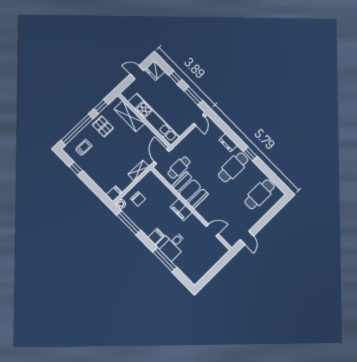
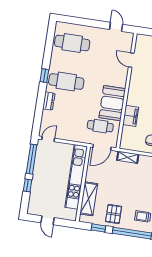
fridge: (155, 70) -> (35, 207), removed
window: (193, 96) -> (32, 159), width x1.44
filing cabinet: (181, 210) -> (131, 116), moved
door: (247, 238) -> (116, 27), hinge flipped

